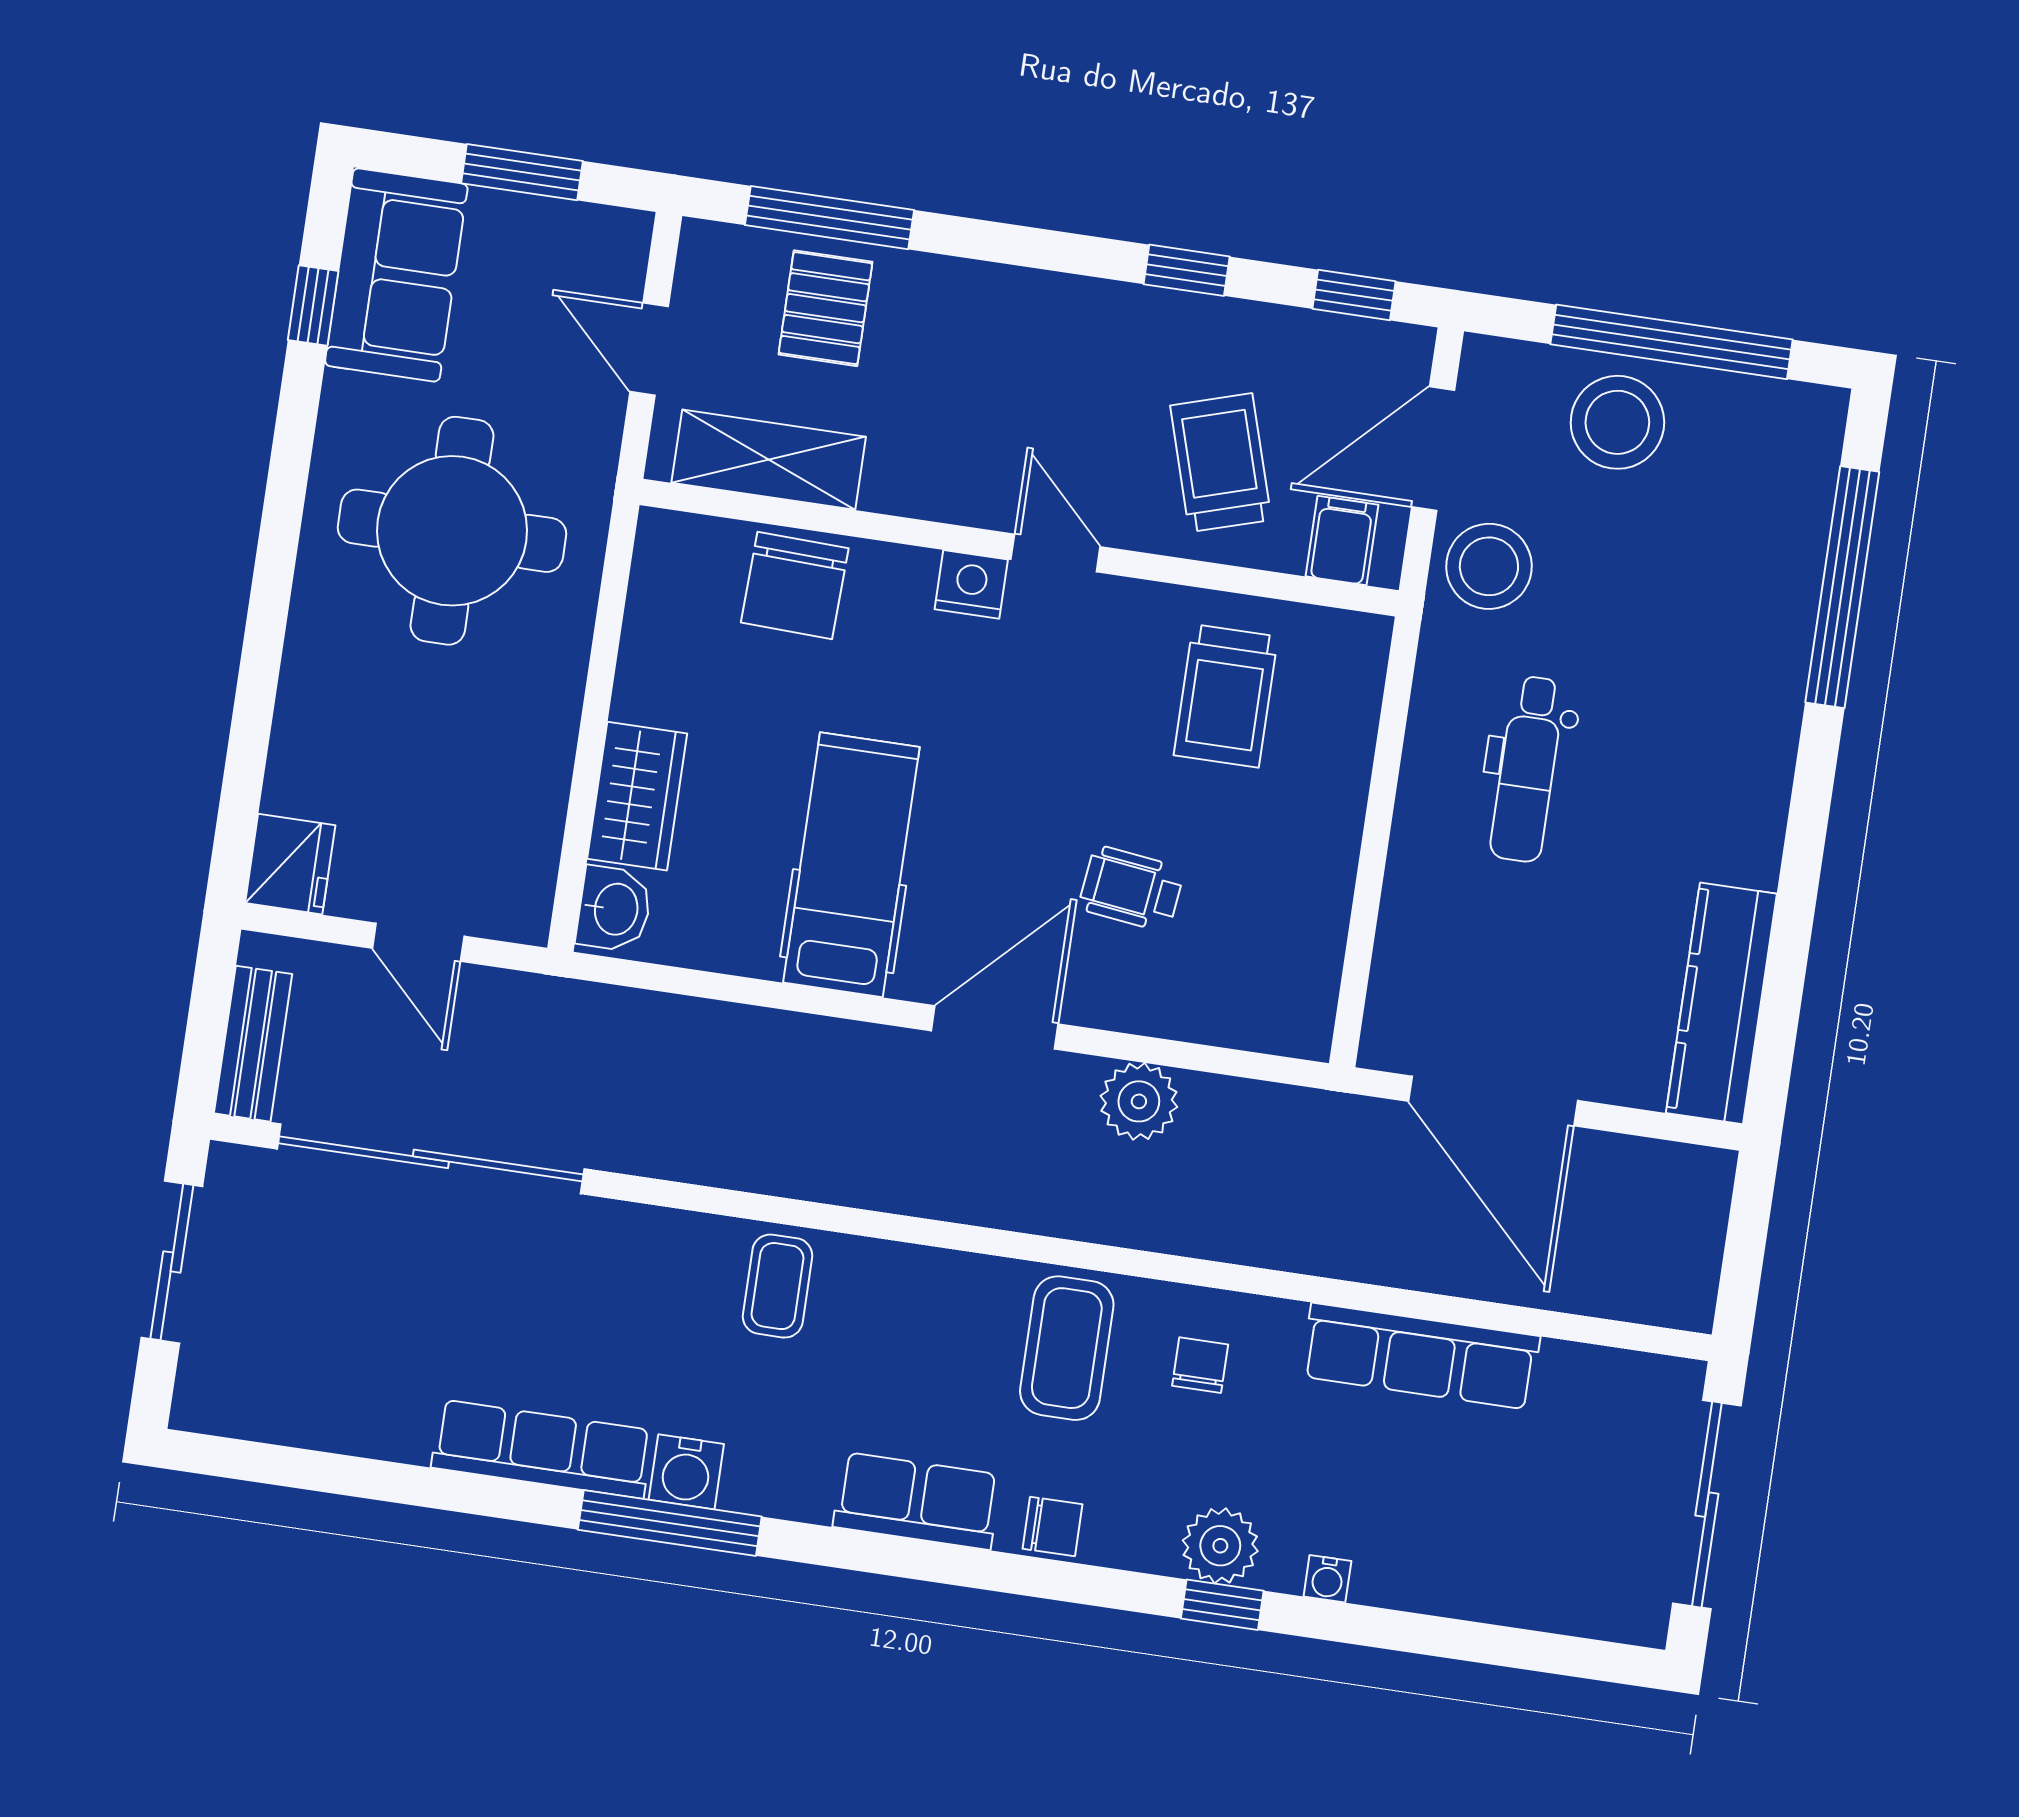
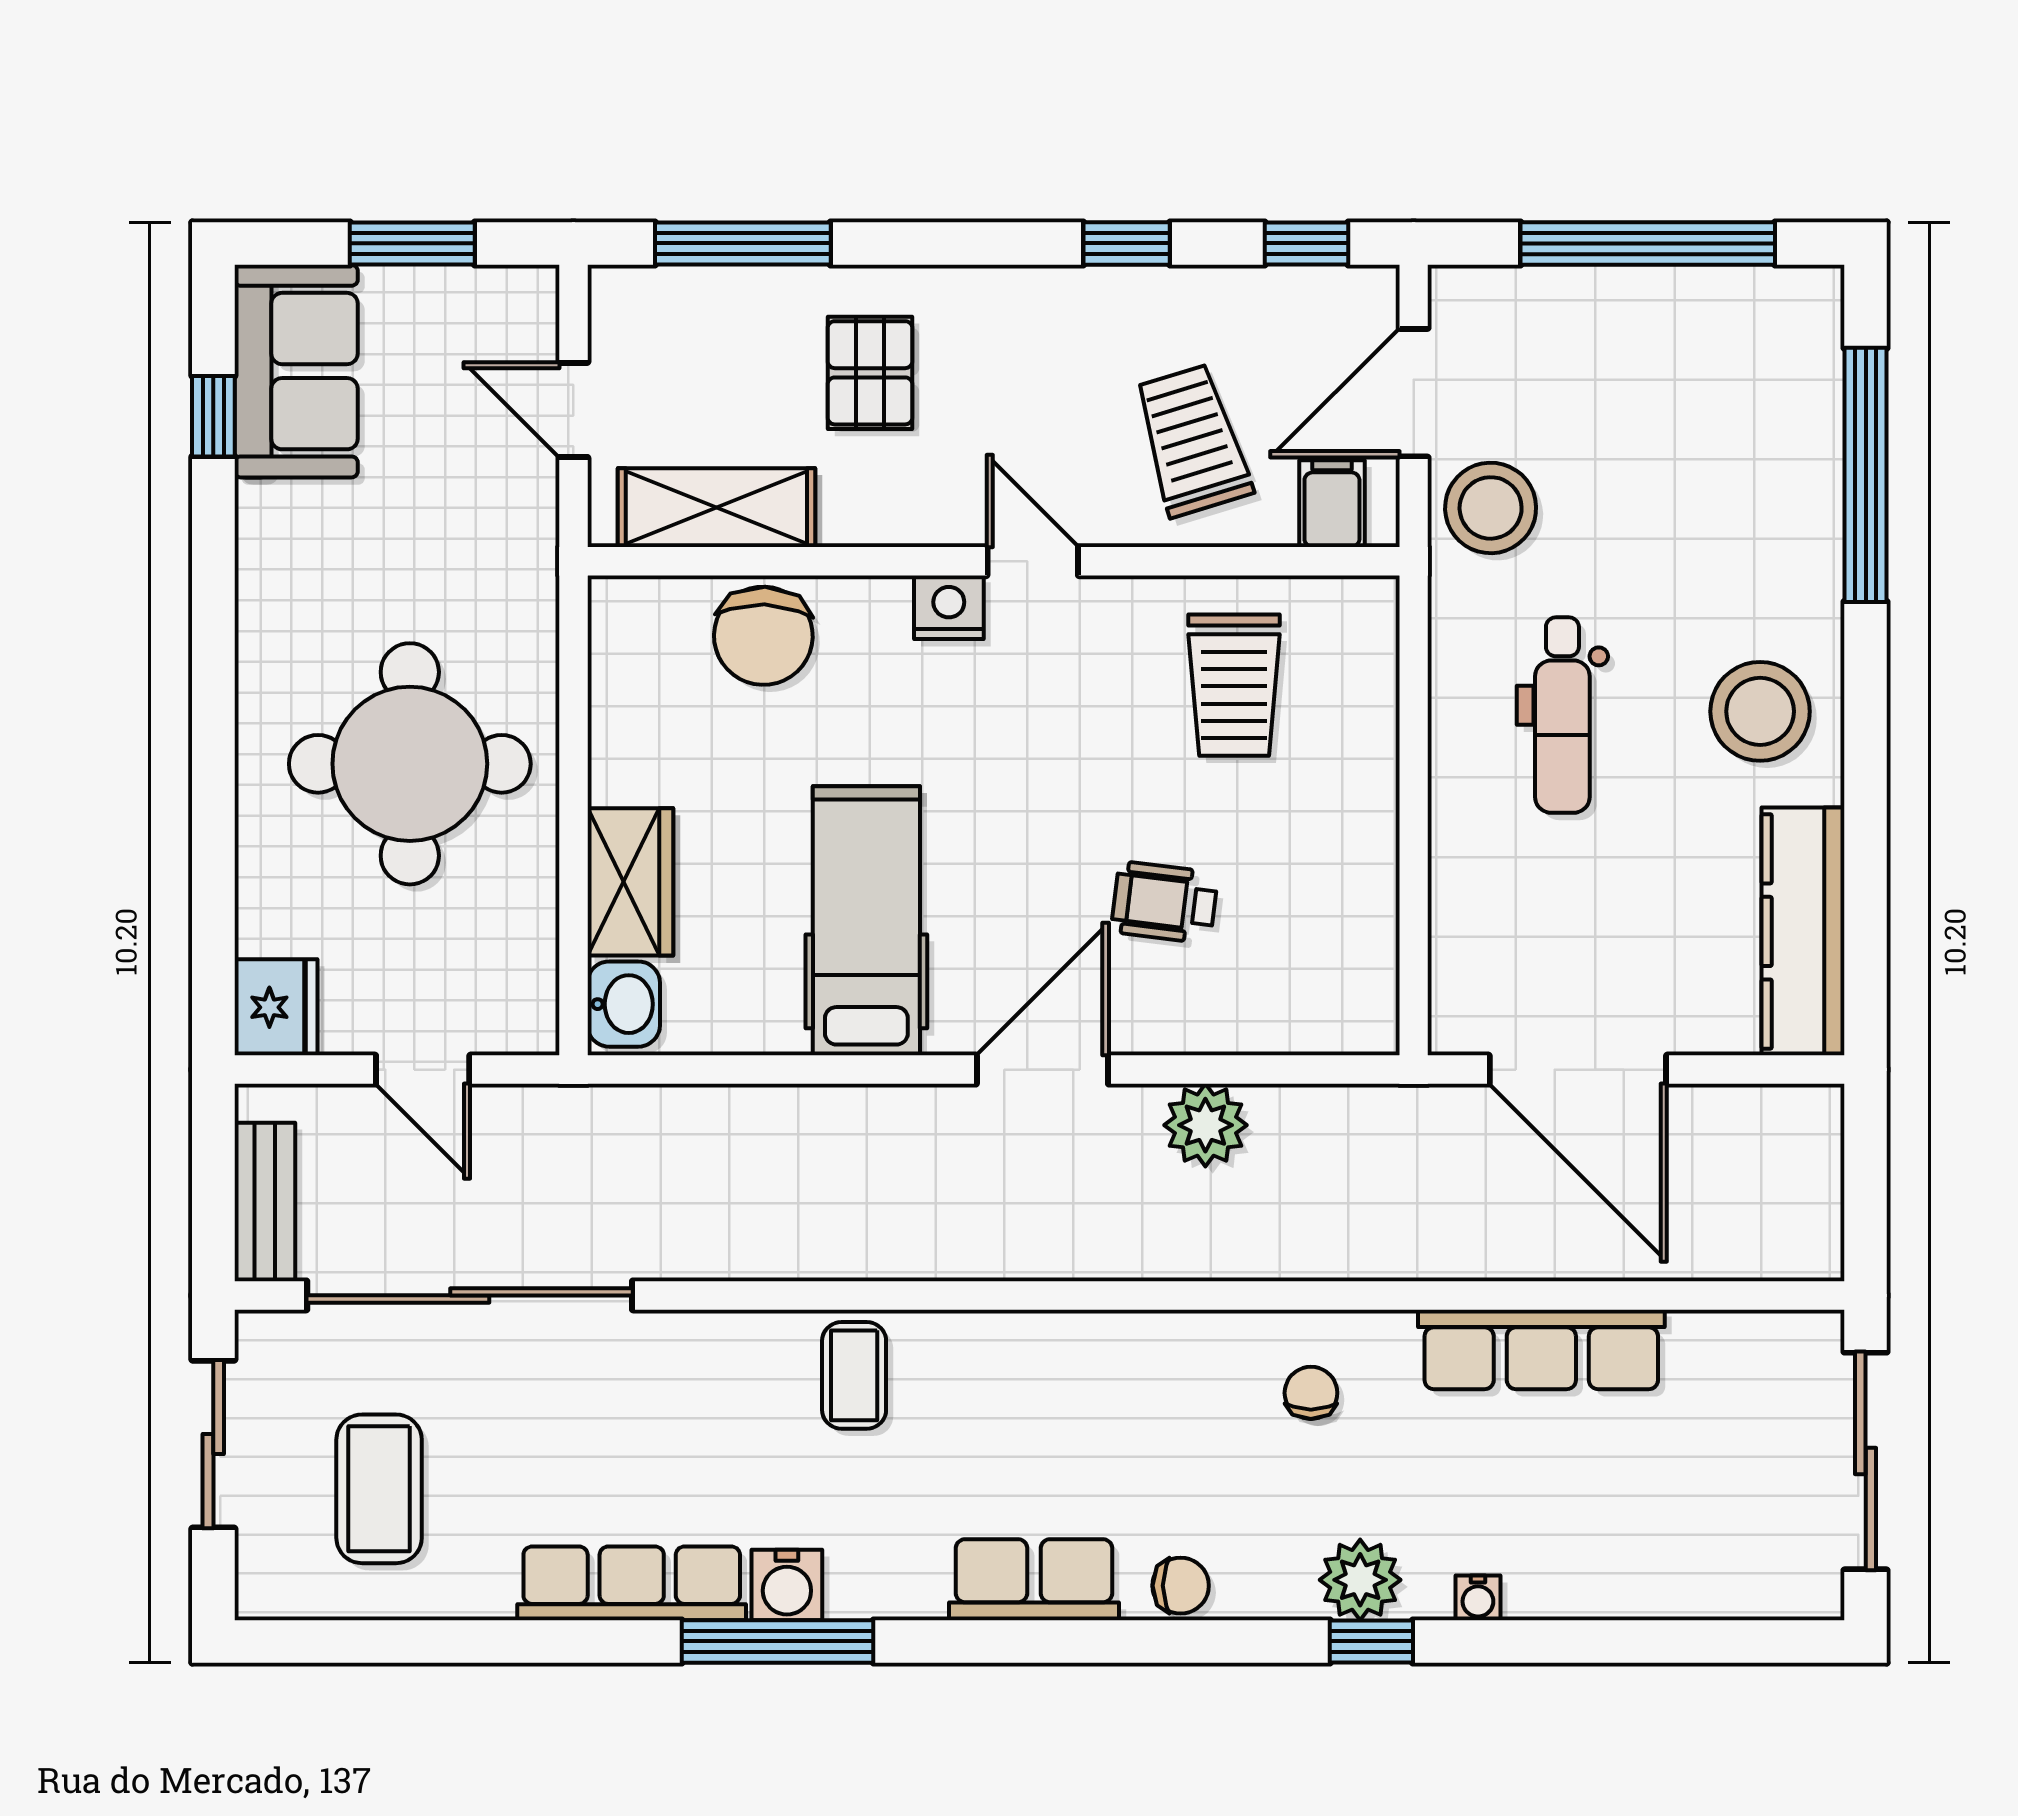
pallet: (826, 308) -> (870, 373), moved
stool: (1617, 422) -> (1760, 711), moved
round table: (452, 531) -> (410, 764), moved
coffee table: (1067, 1348) -> (379, 1489), moved

